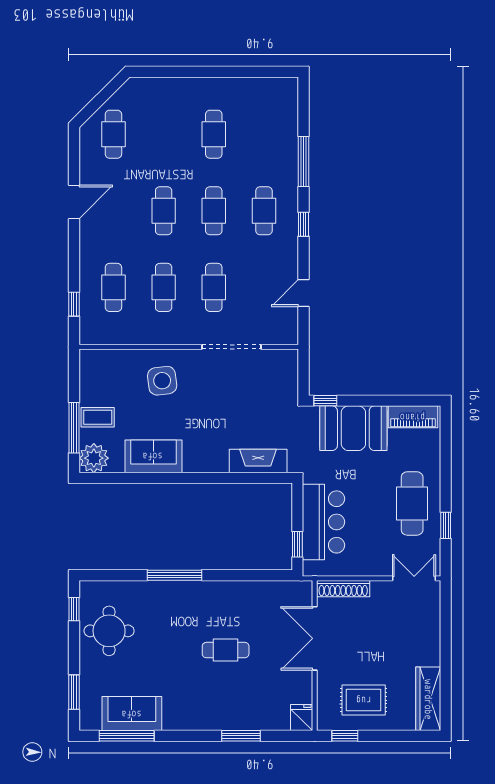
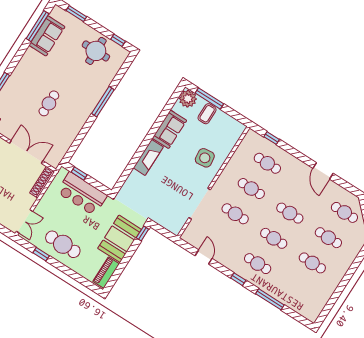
cafe table: (164, 134) -> (328, 238), added
fireplace: (258, 461) -> (148, 157), moved

